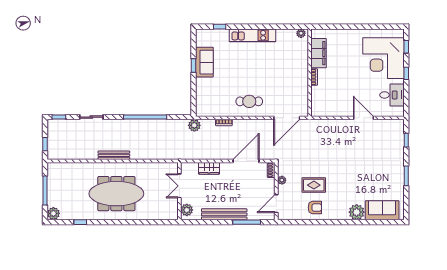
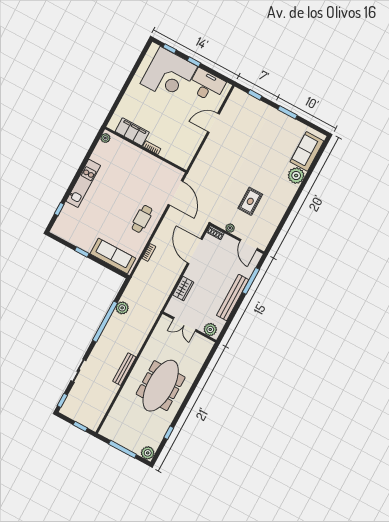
sofa: (204, 62) -> (113, 256), moved, width x1.36
desk: (392, 95) -> (207, 85), width x1.37
plant: (194, 125) -> (122, 308), moved
armchair: (315, 208) -> (271, 211), removed

